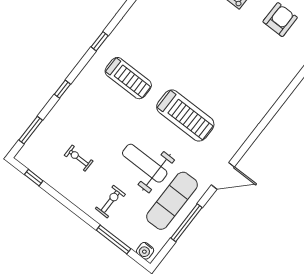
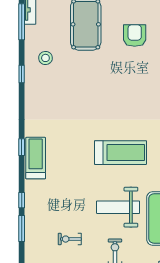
treadmill: (128, 78) -> (36, 158), moved, turned -90
window: (31, 130) -> (22, 228), moved

